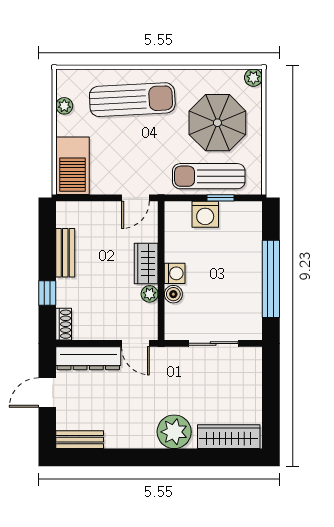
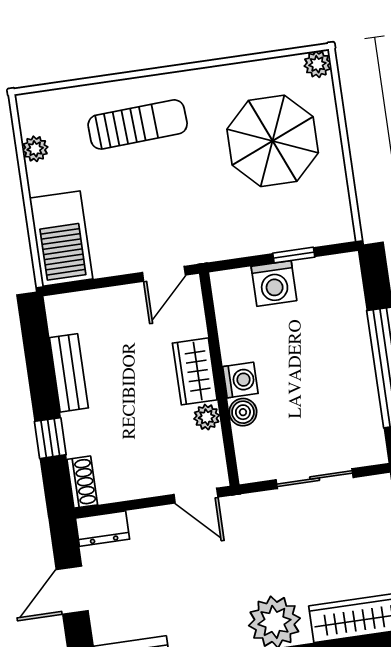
sun lounger: (132, 100) -> (138, 124), width x0.73, depth x0.75
sun lounger: (209, 176) -> (271, 224), removed
dresser: (88, 358) -> (103, 529), width x0.51, depth x0.80

